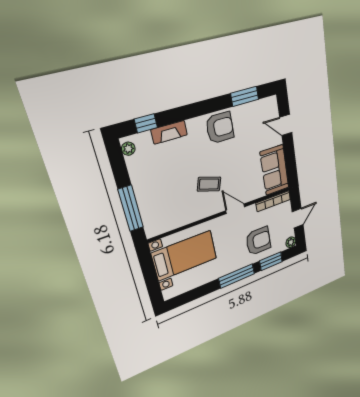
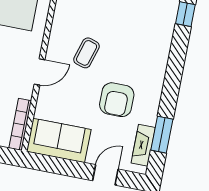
armchair: (220, 128) -> (117, 100), moved
fireplace: (169, 132) -> (143, 145), moved

